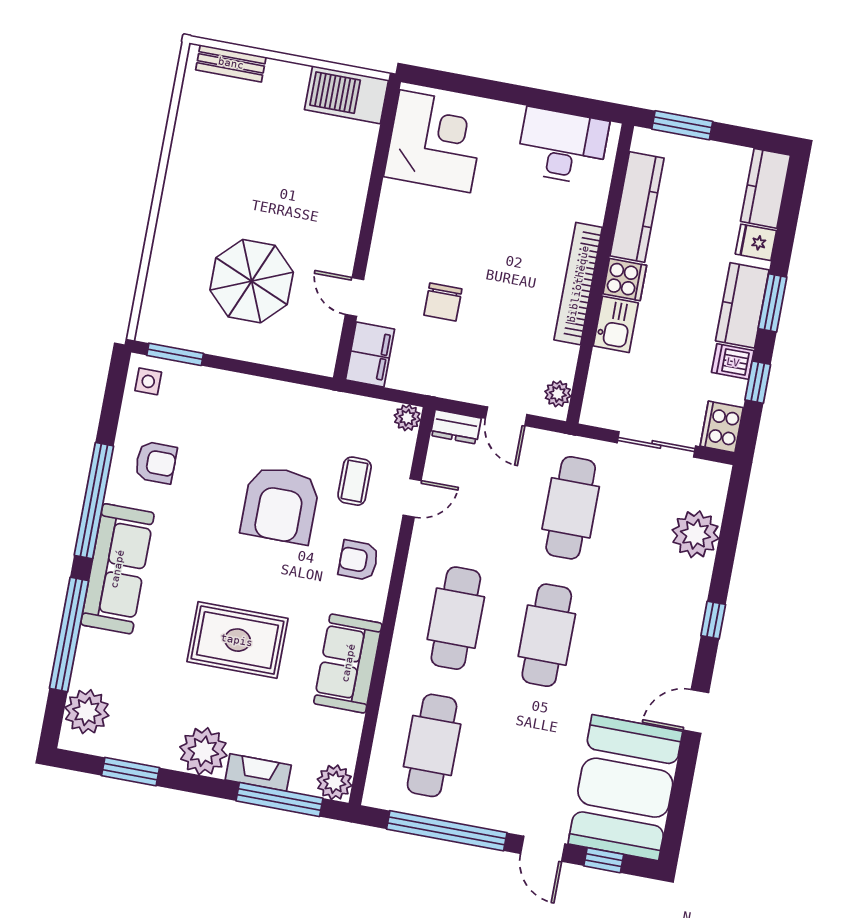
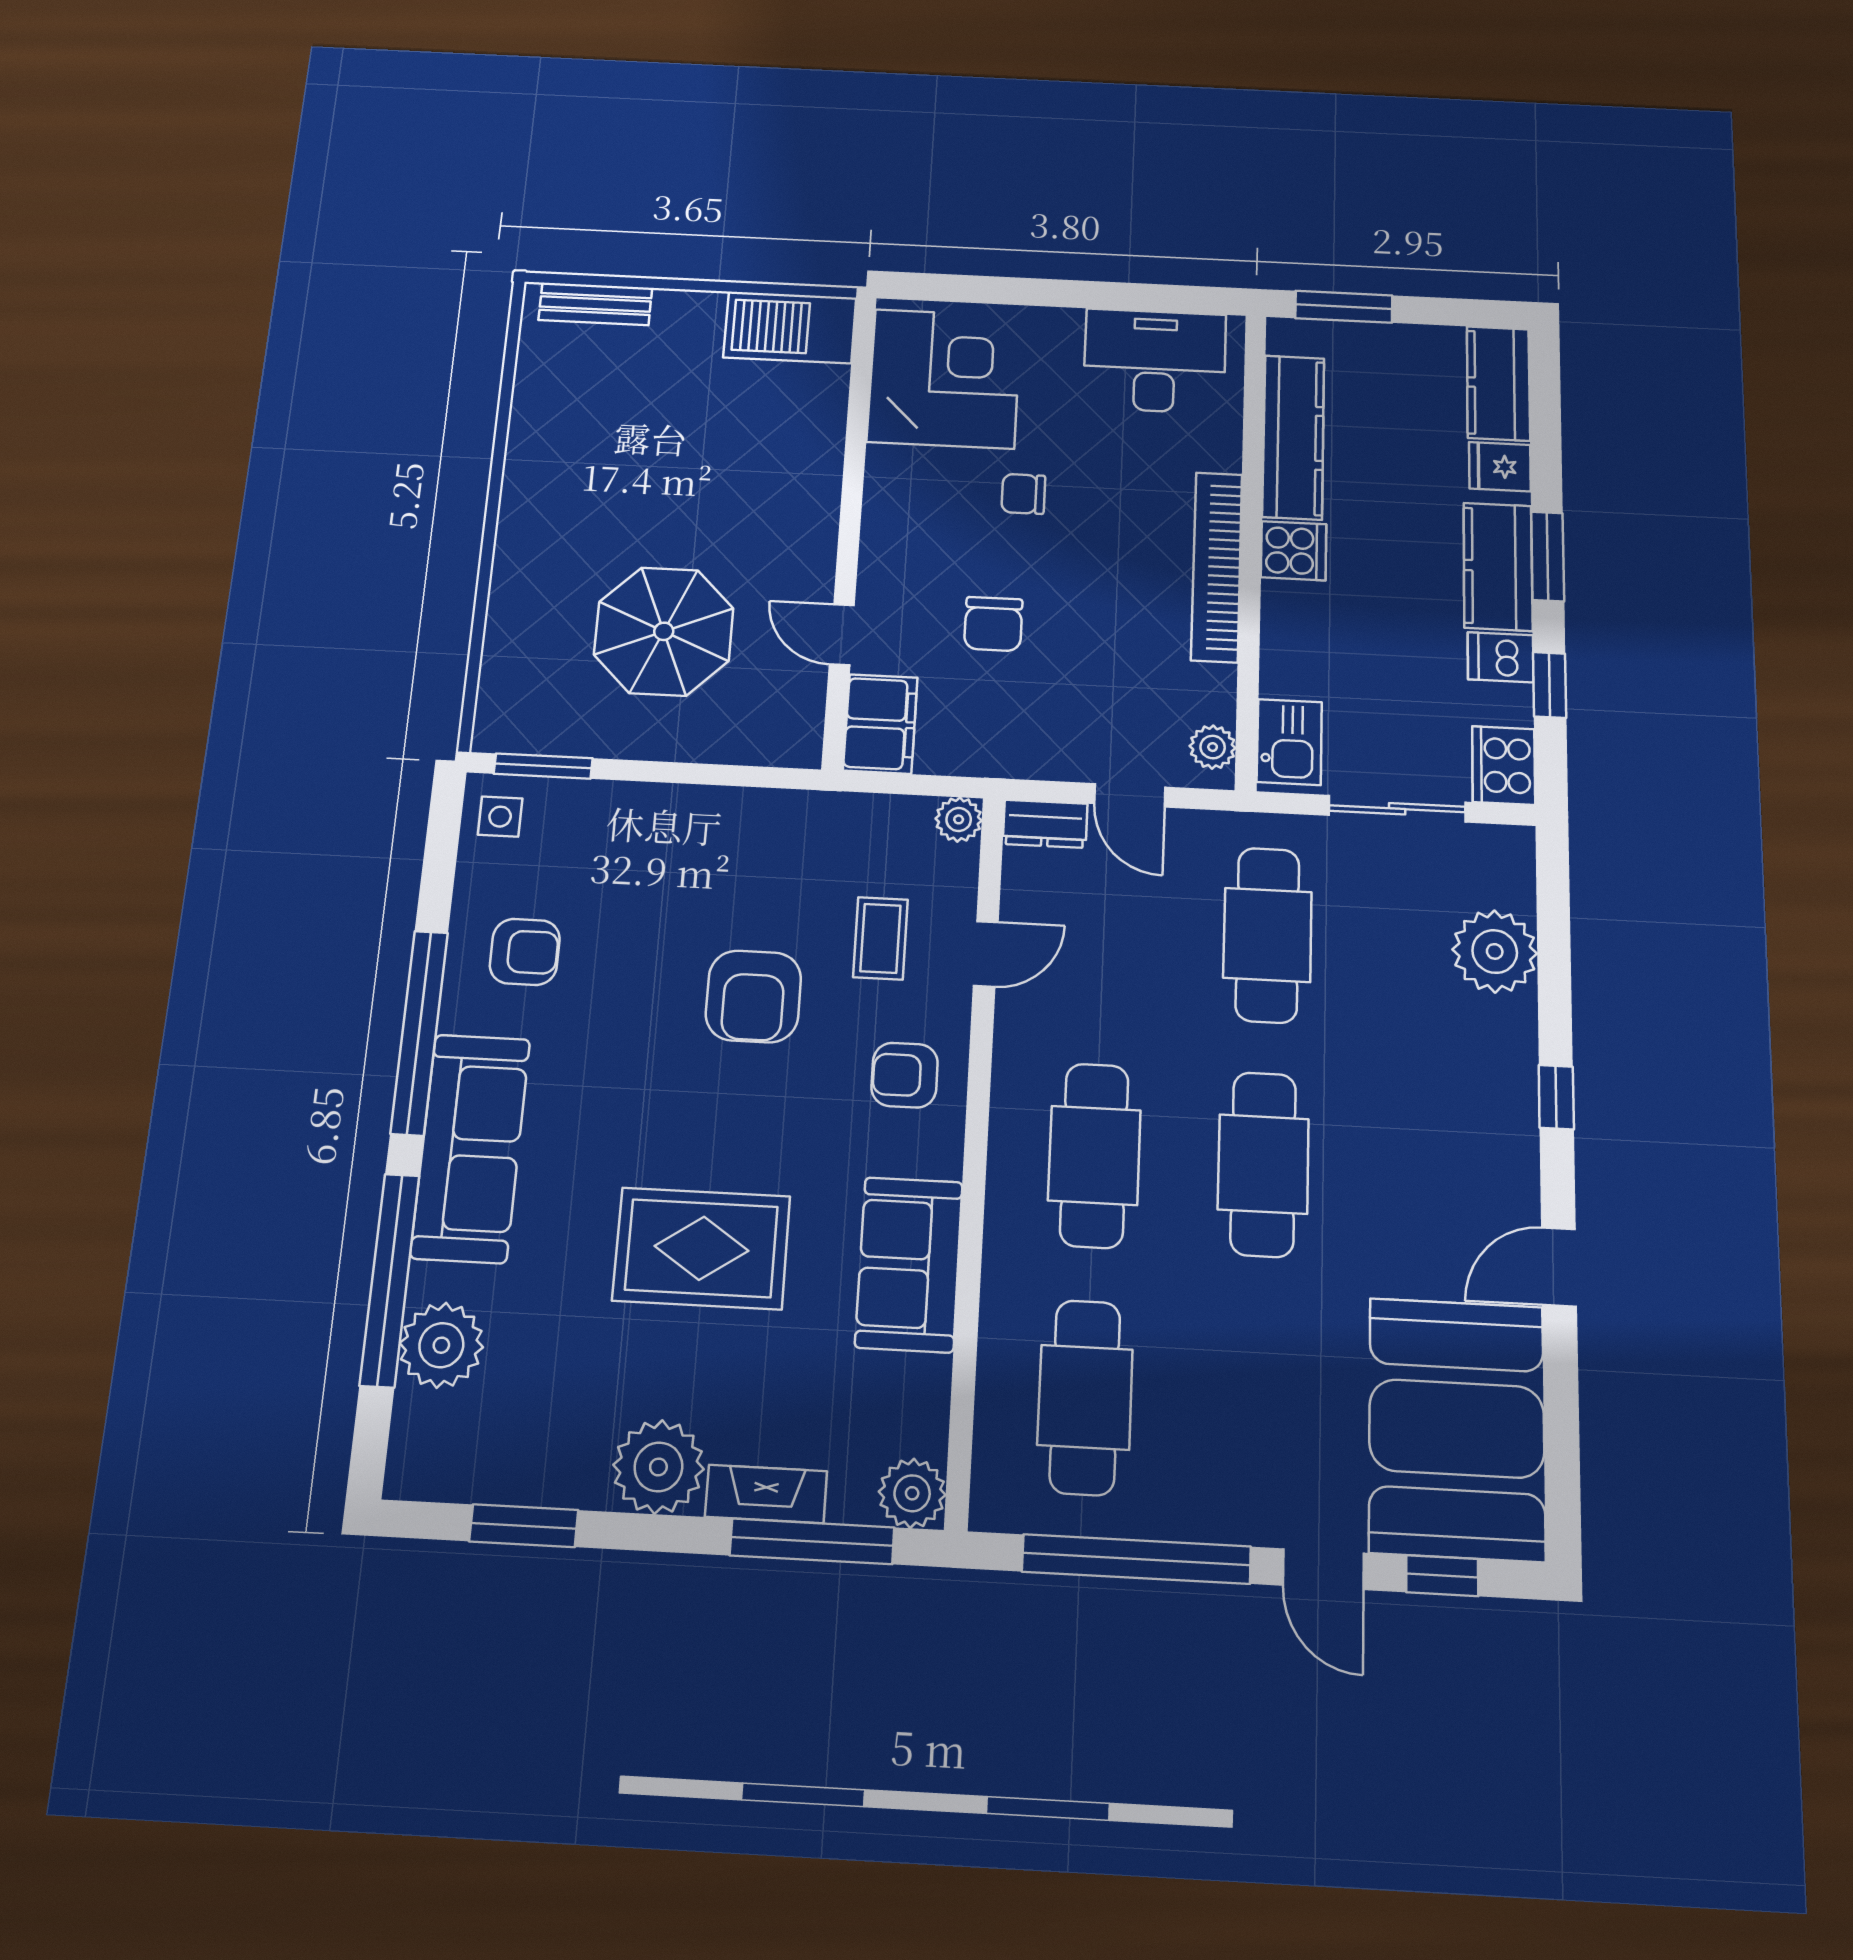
chair: (472, 222) -> (1023, 494), added
kitchen sink: (616, 324) -> (1289, 742), moved
armchair: (280, 505) -> (753, 996), width x0.73, depth x0.73
plant: (87, 712) -> (441, 1345), moved

